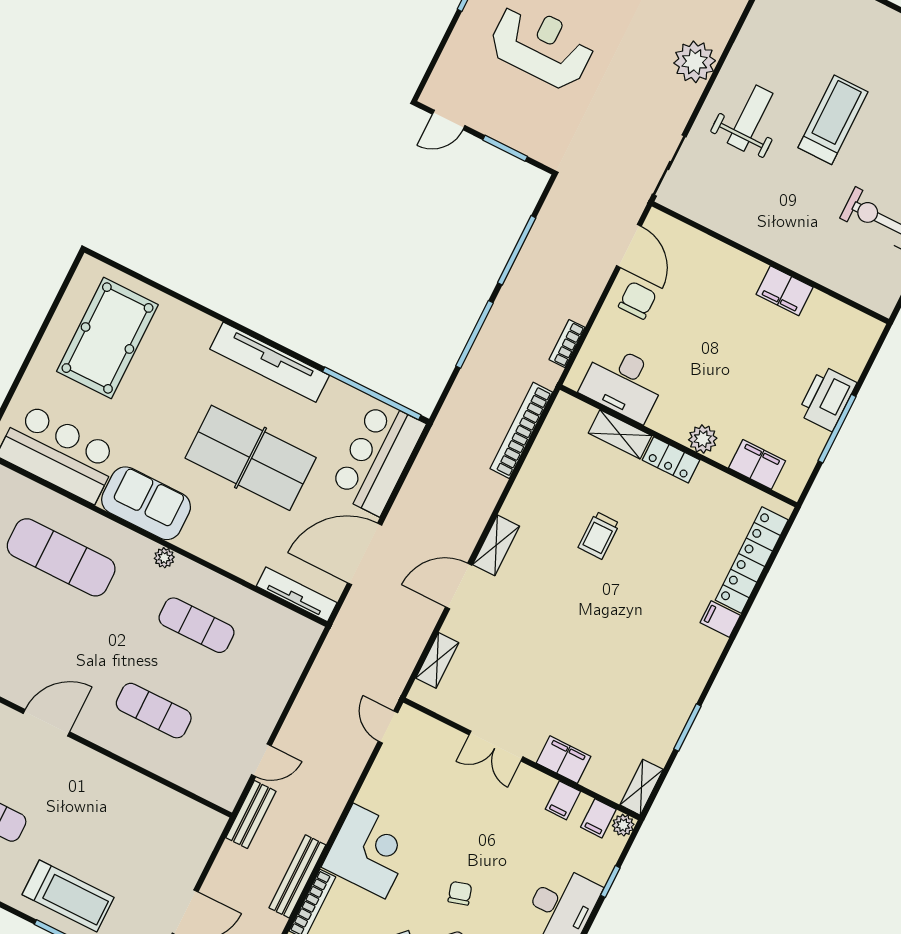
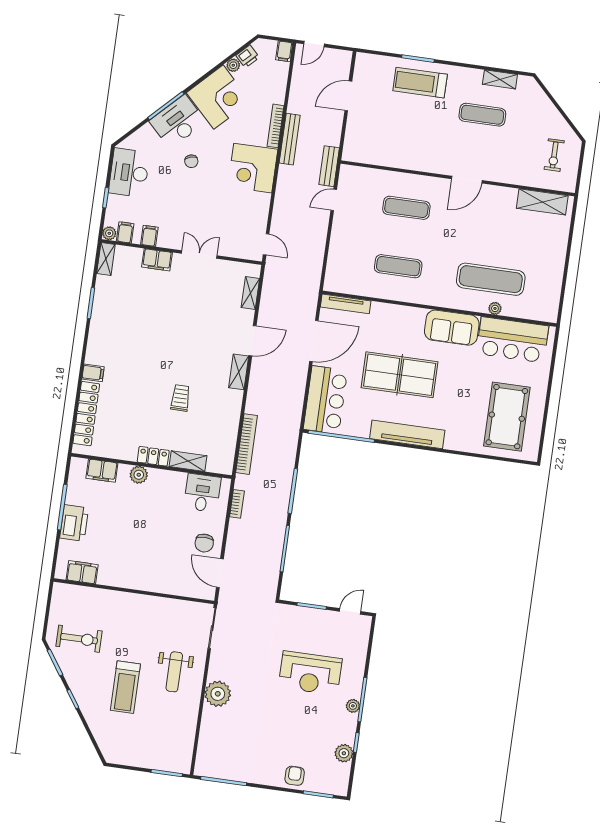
filing cabinet: (785, 291) -> (82, 572), moved
desk: (623, 383) -> (202, 493), width x0.73
plant: (164, 558) -> (495, 308), moved

